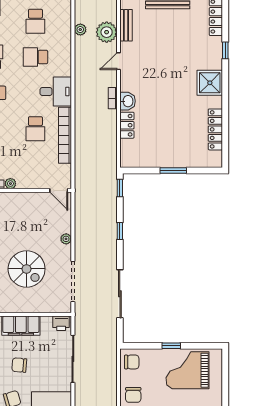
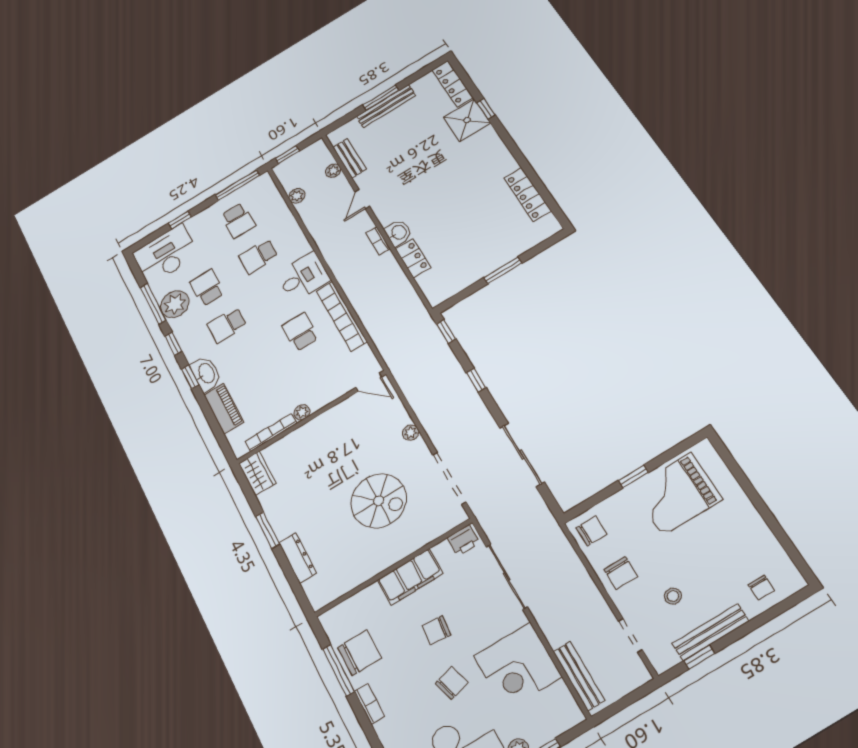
plant: (107, 32) -> (333, 171), width x0.53, depth x0.53
shower: (210, 83) -> (467, 120), moved
school desk: (35, 129) -> (300, 332), turned 180

